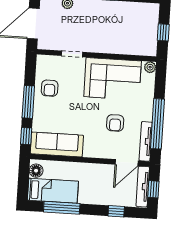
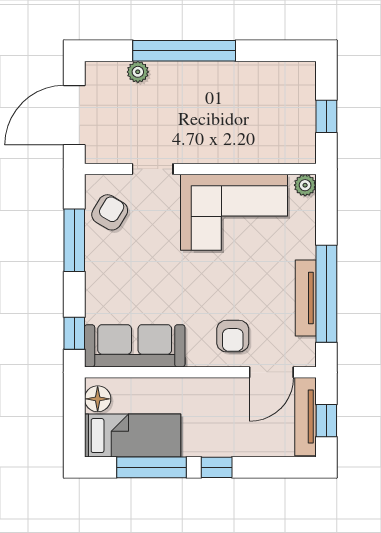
armchair: (50, 88) -> (110, 212), moved, turned -149
window: (28, 102) -> (74, 240), moved
armchair: (115, 123) -> (233, 336), moved
tv unit: (146, 141) -> (306, 298), moved
window: (116, 211) -> (217, 467), moved

